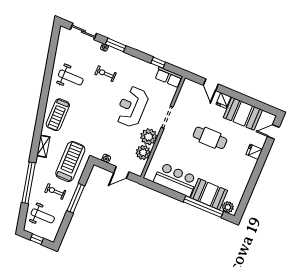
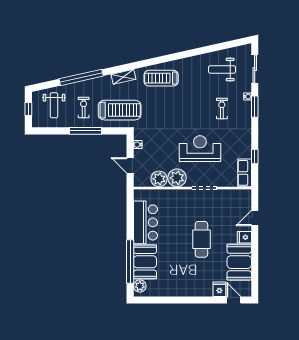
weight bench: (71, 77) -> (222, 69), moved, turned 90
fridge: (254, 152) -> (219, 289), moved

